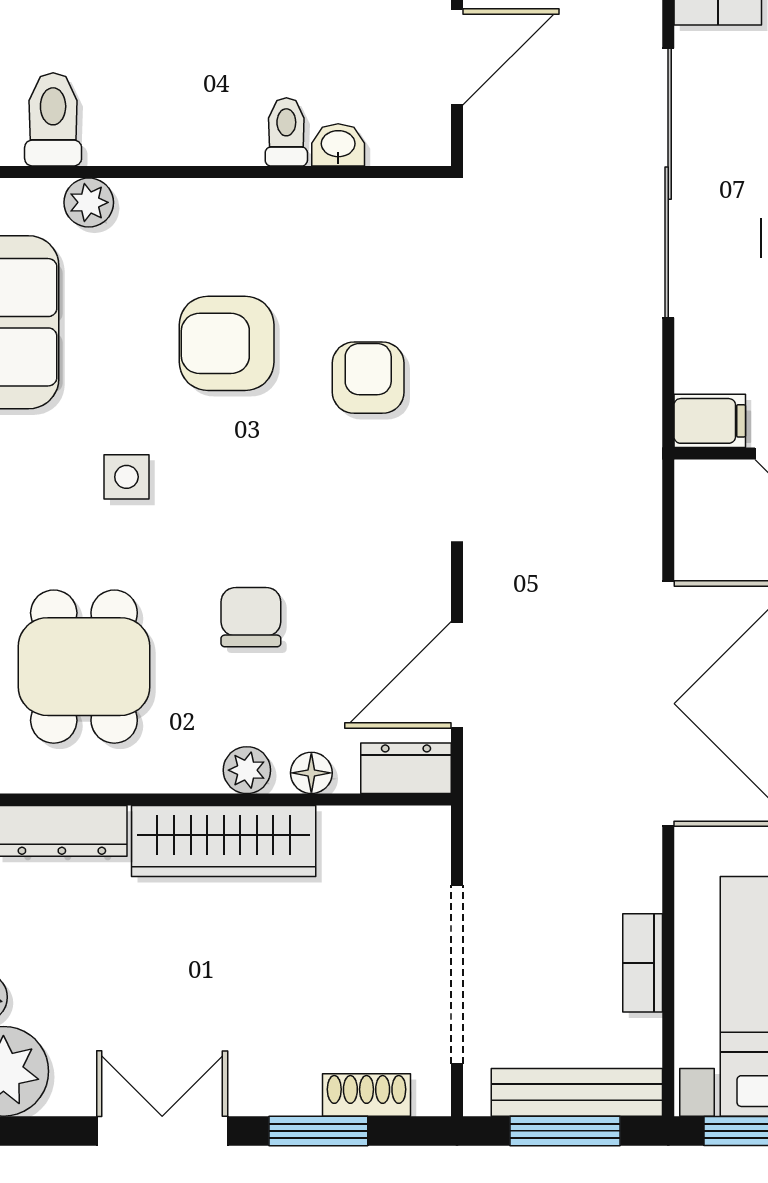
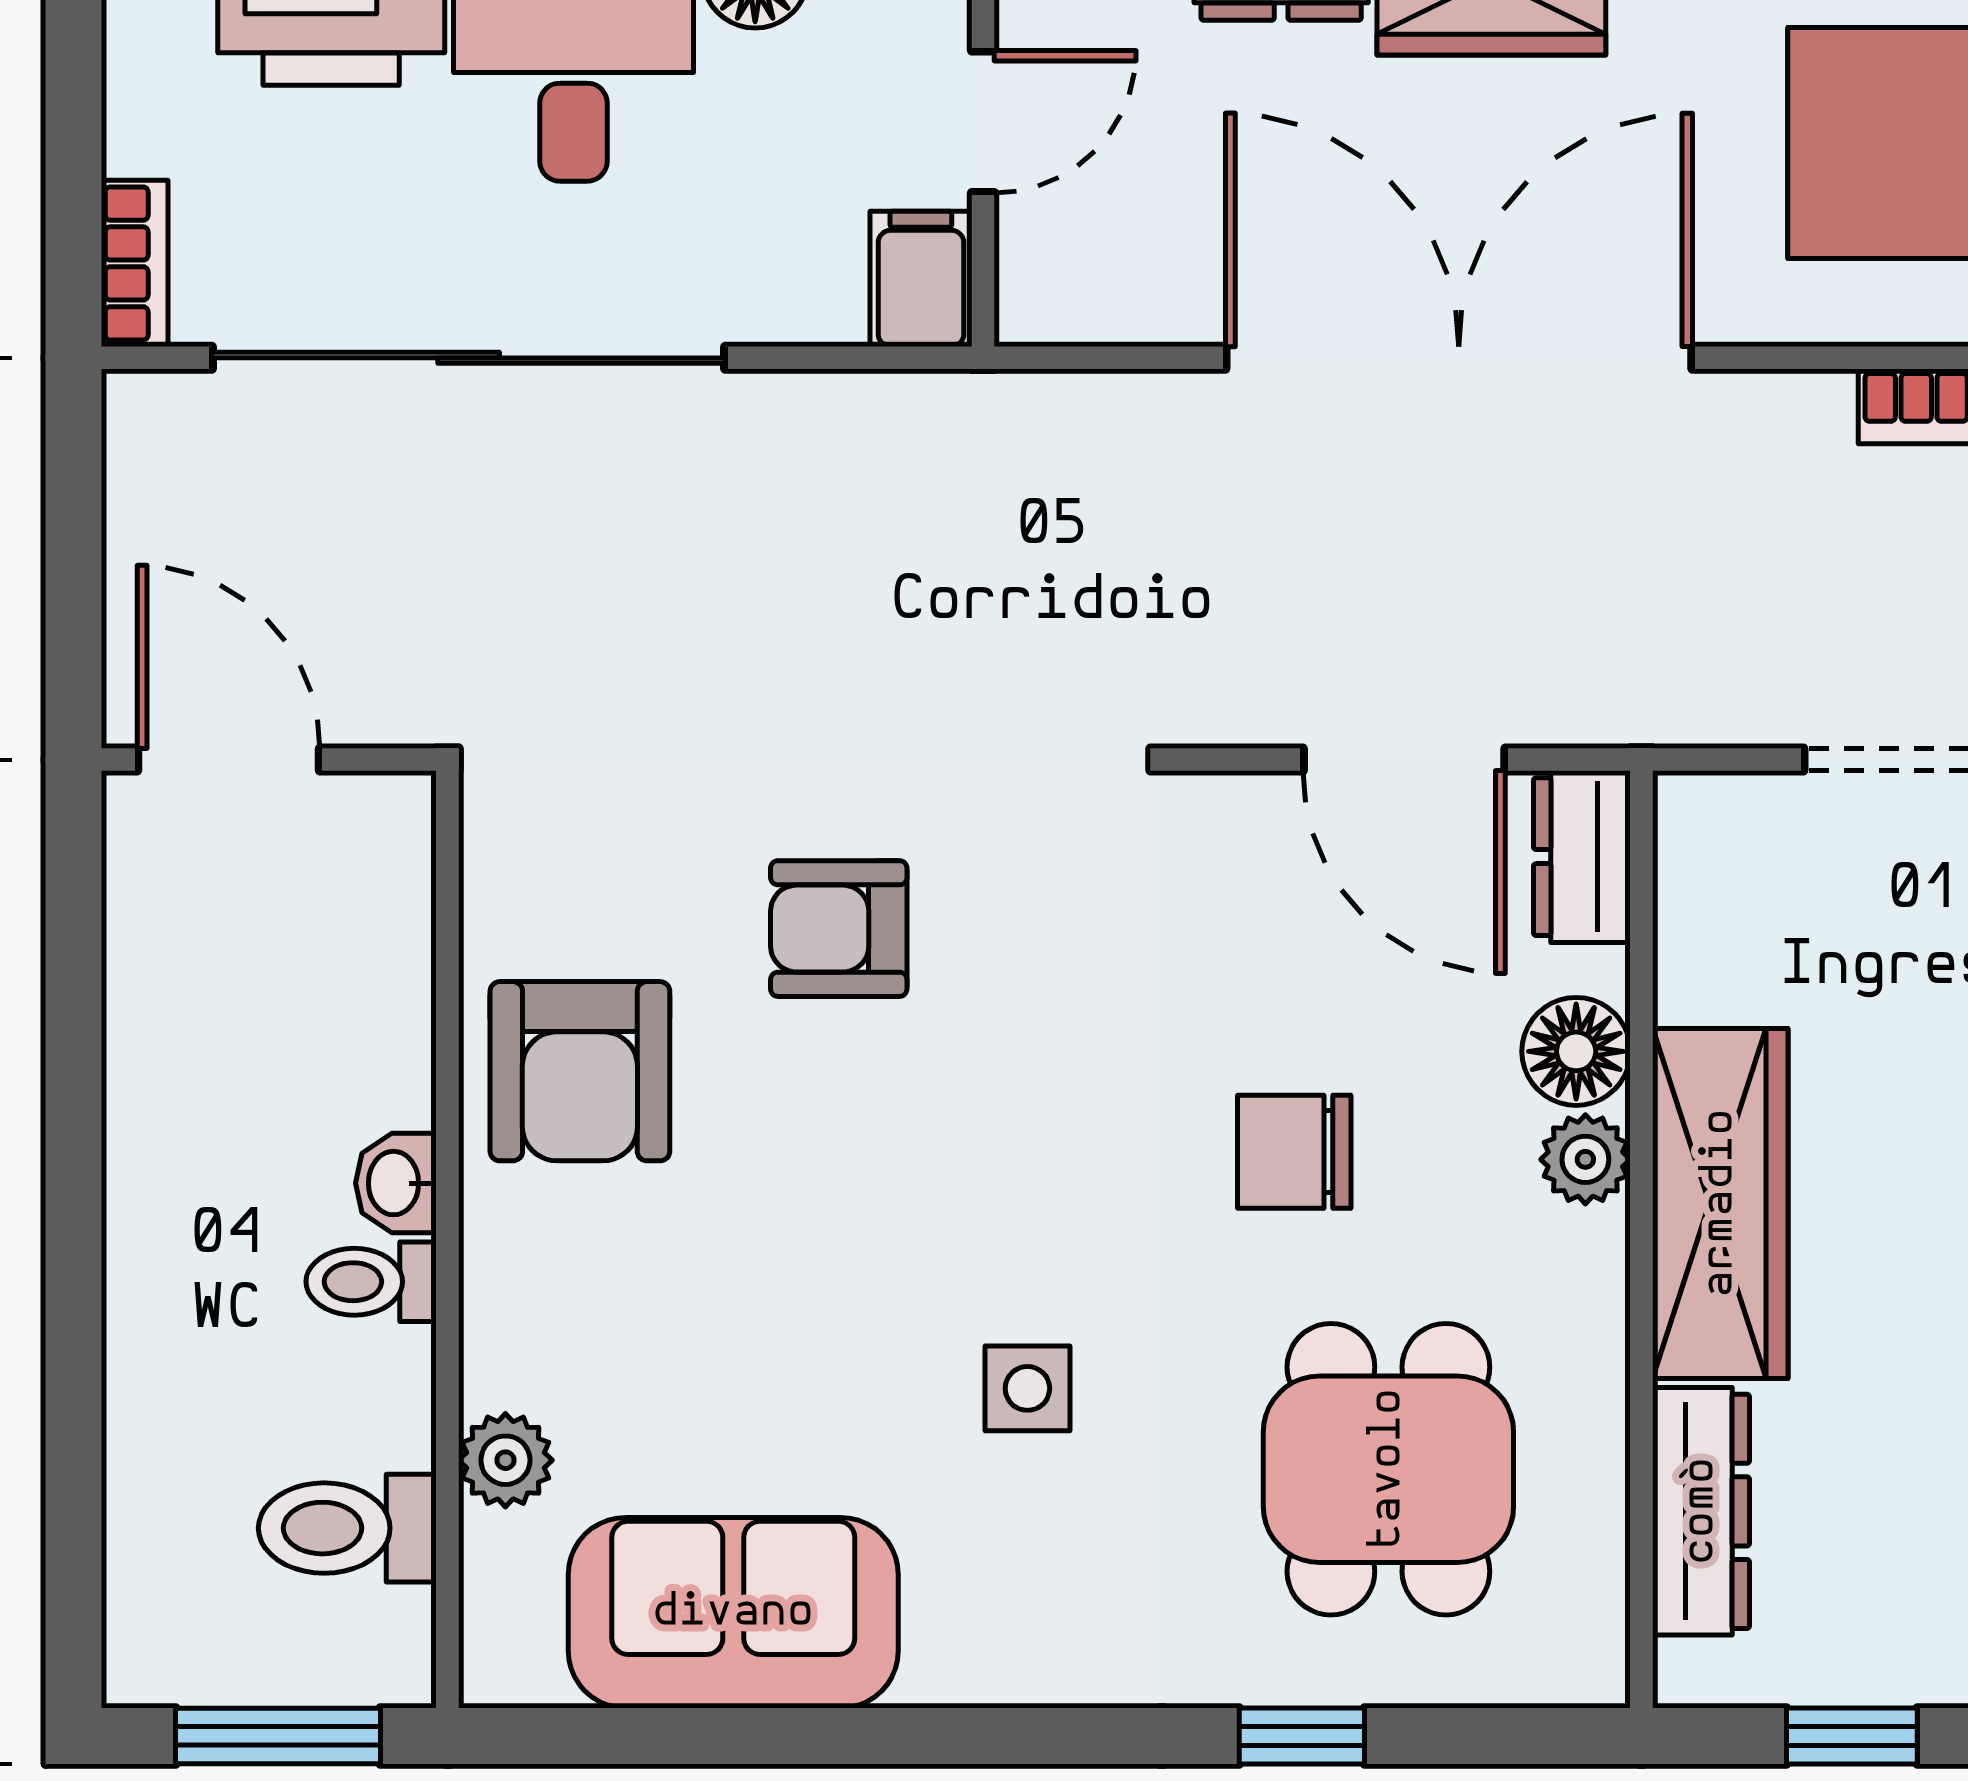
toilet: (286, 132) -> (371, 1282), moved
washbasin: (338, 145) -> (396, 1183), moved
armchair: (227, 343) -> (580, 1071), moved
dining table: (84, 667) -> (1388, 1469), turned 90
floor lamp: (311, 773) -> (1576, 1051), width x1.37, depth x1.37

